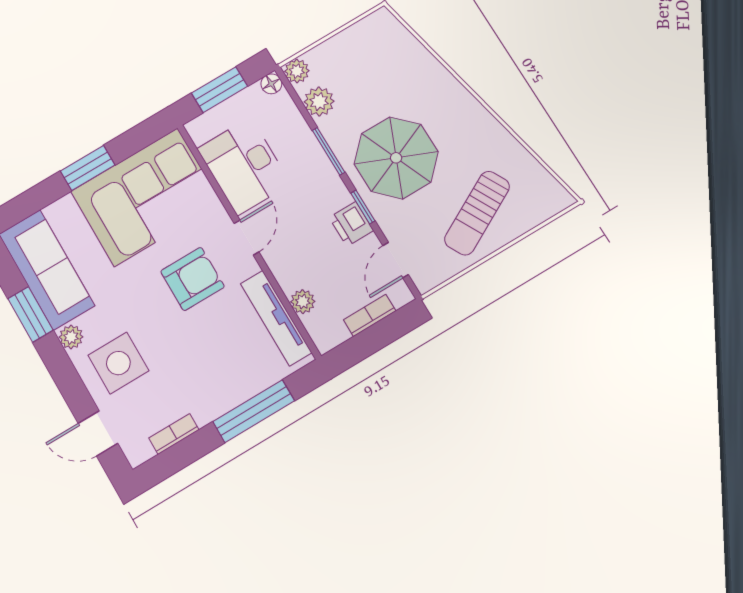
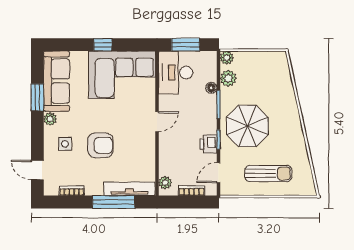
floor lamp: (271, 84) -> (211, 88), moved
desk: (244, 166) -> (176, 73), moved
window: (88, 168) -> (103, 45), width x0.67
sun lounger: (477, 213) -> (268, 174), turned -152
armchair: (192, 279) -> (100, 145), moved
plant: (303, 302) -> (165, 183), moved
tv unit: (276, 318) -> (129, 189), moved, turned 90
side table: (118, 363) -> (65, 144), width x0.54, depth x0.54

